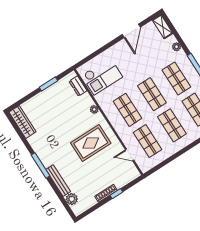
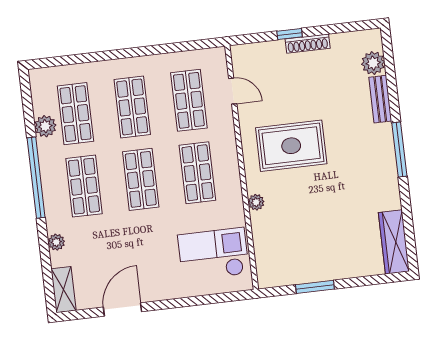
dresser: (78, 86) -> (264, 257), removed
bench: (58, 181) -> (380, 99), width x0.73

